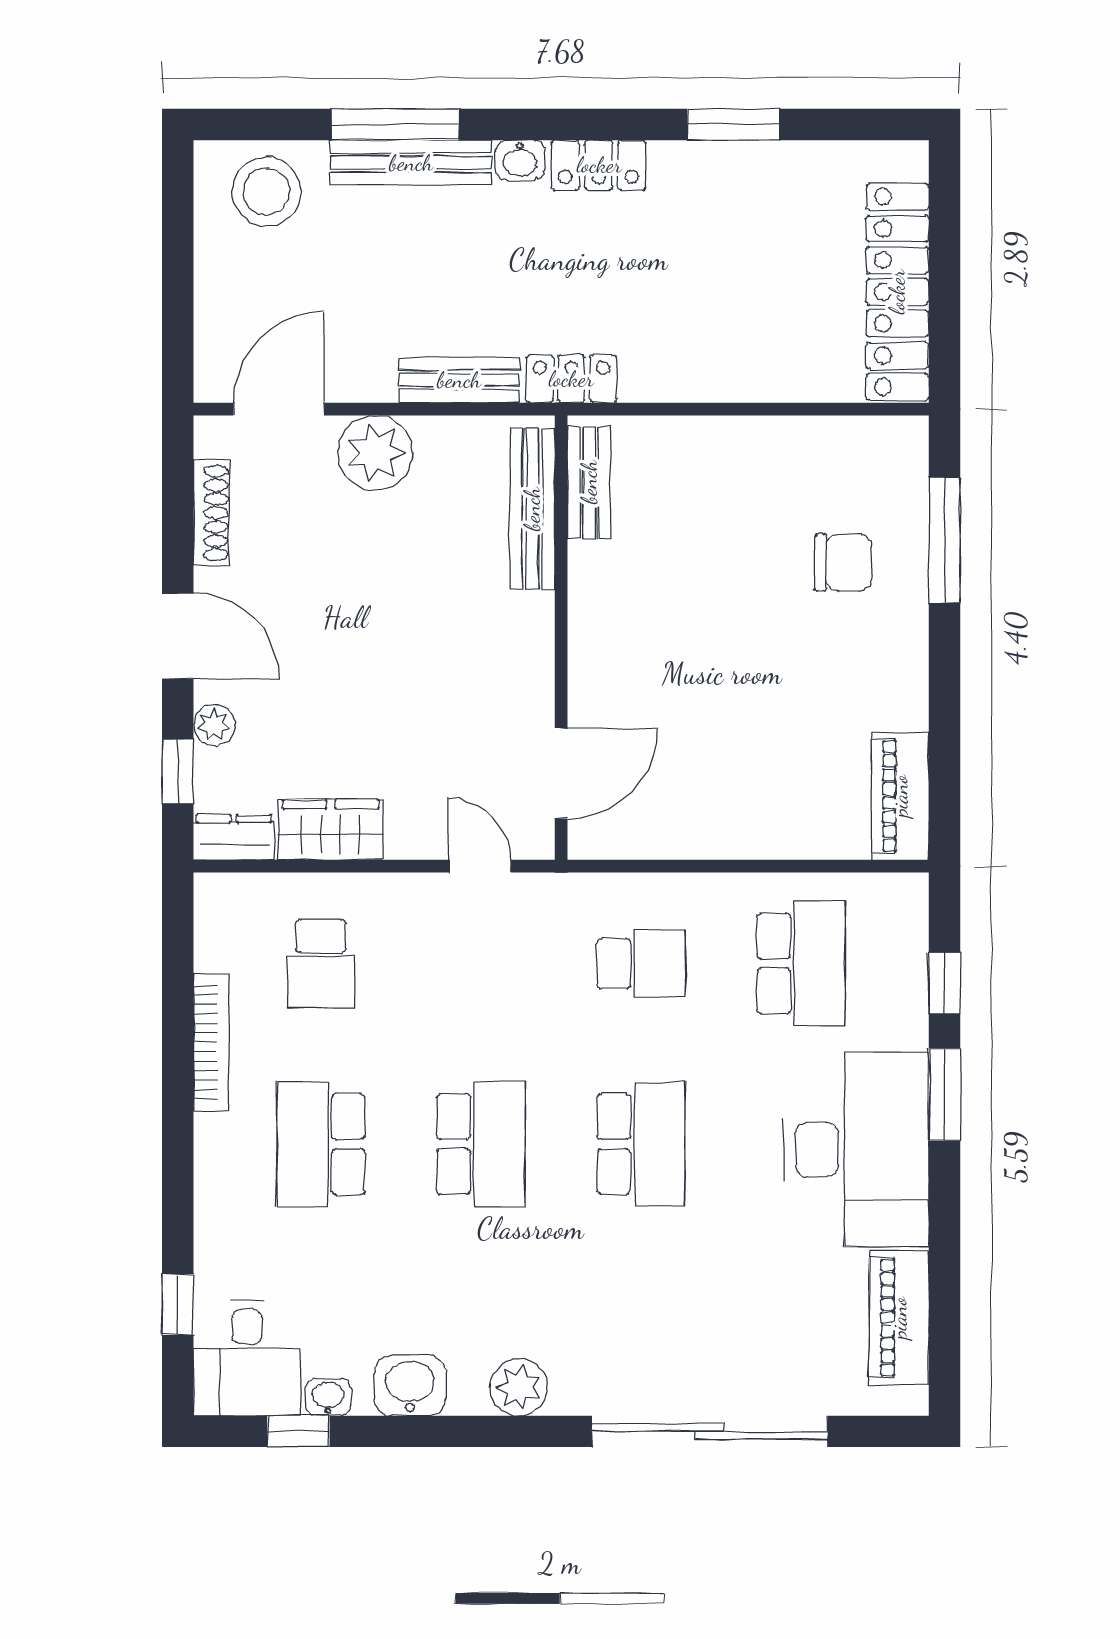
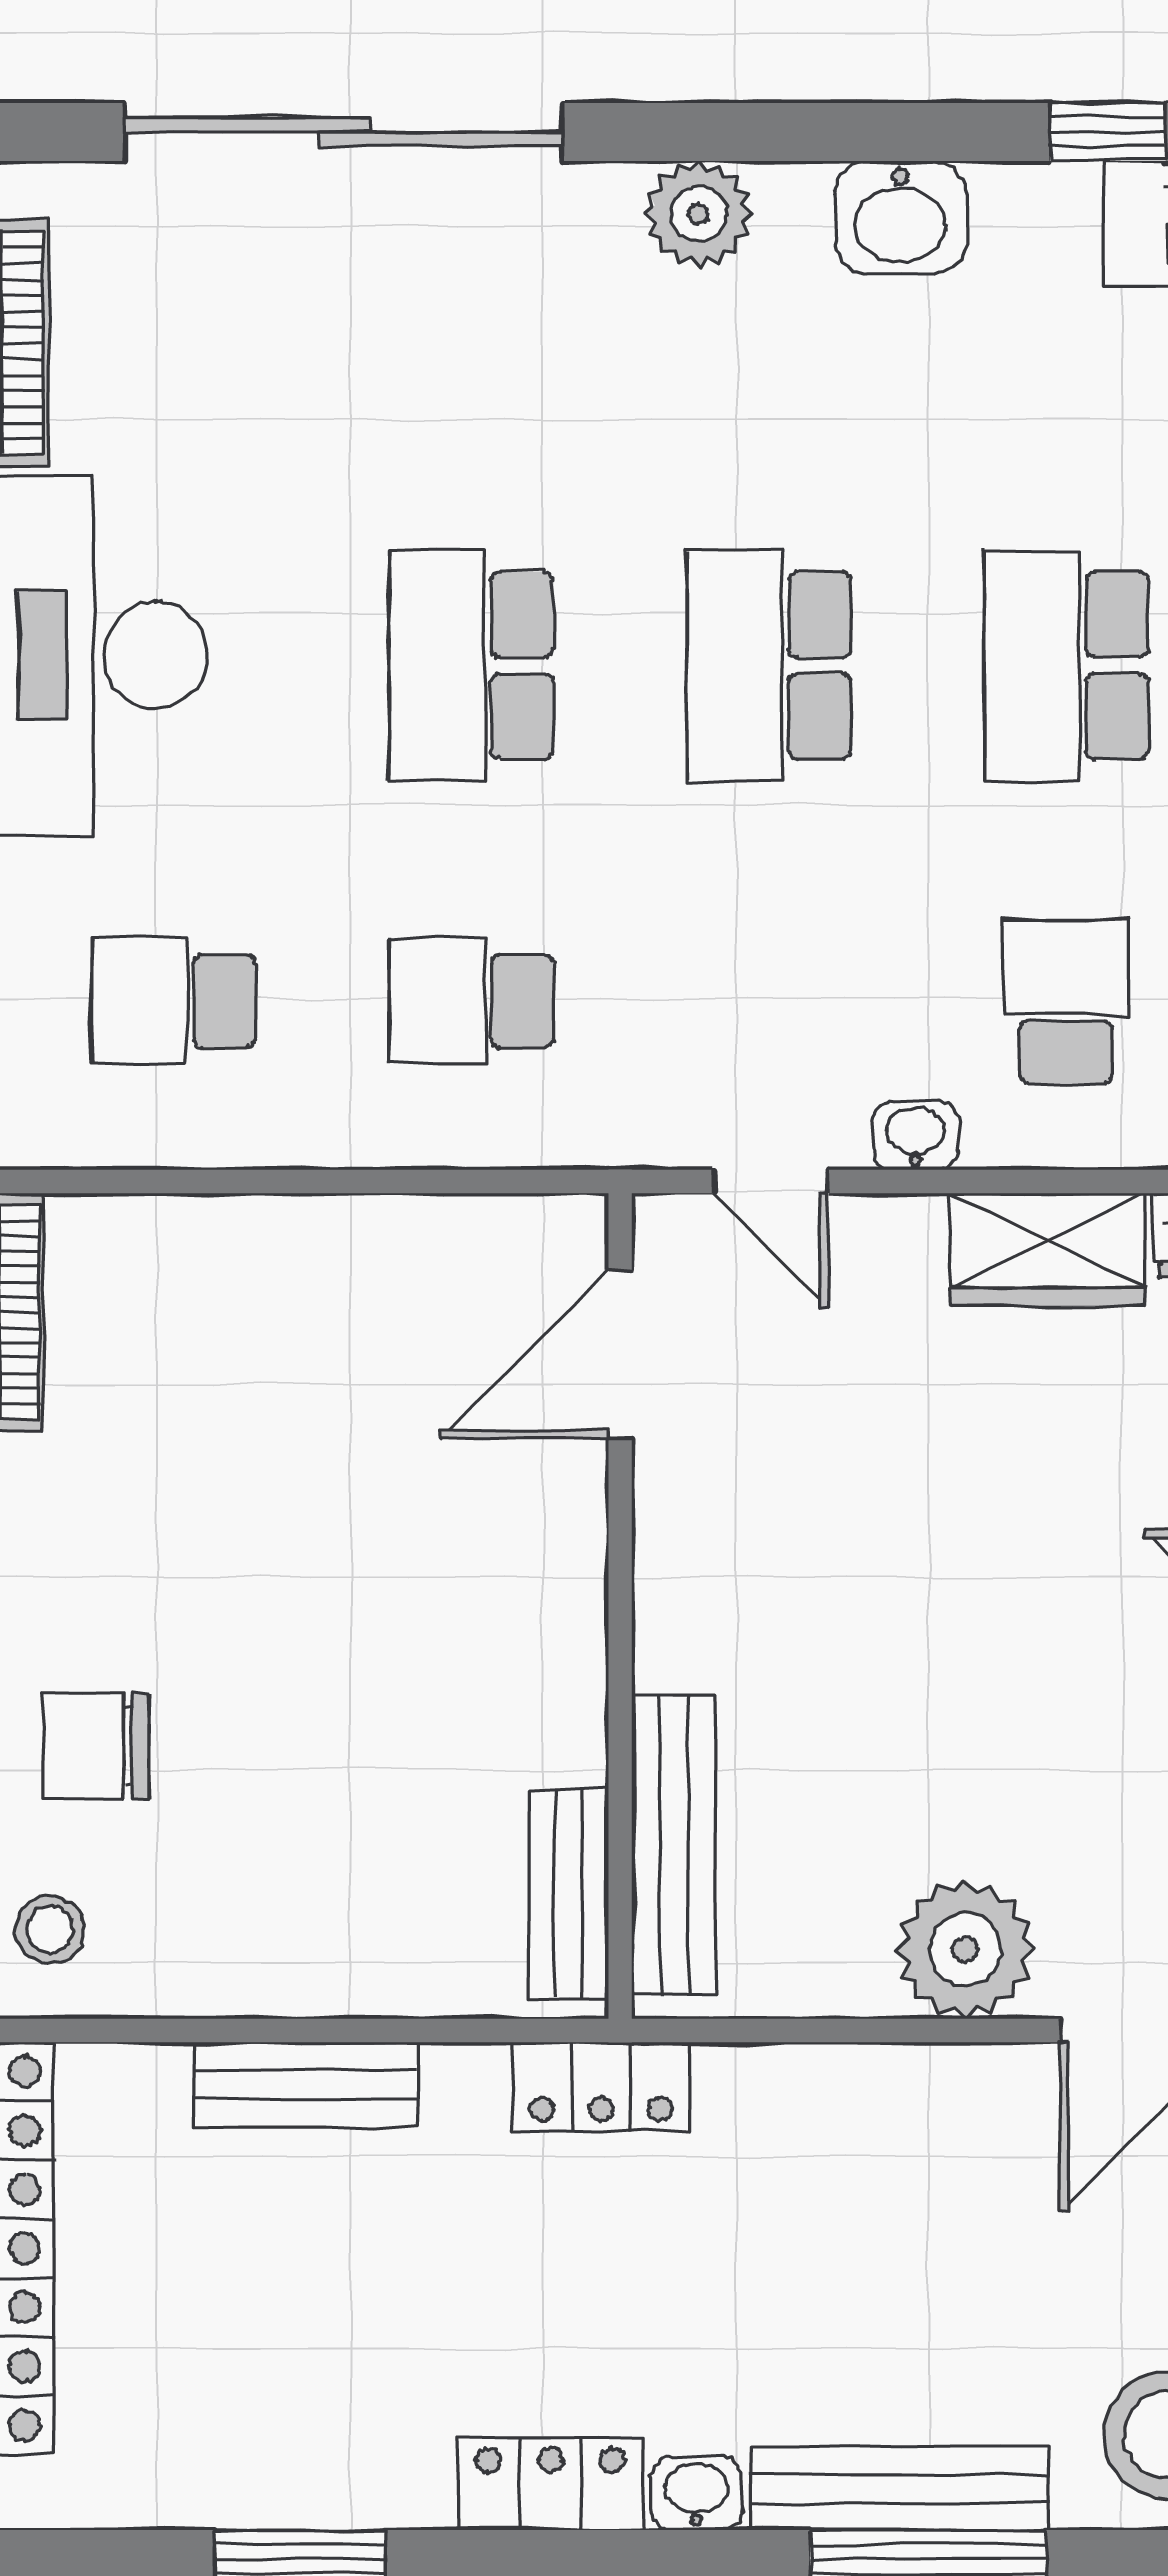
bench: (459, 380) -> (305, 2085), moved
stool: (868, 463) -> (50, 1930), added
school desk: (801, 963) -> (174, 1001), width x0.54
school desk: (321, 1144) -> (1066, 665), turned 180
washbasin: (328, 1397) -> (916, 1135), moved, turned 180

